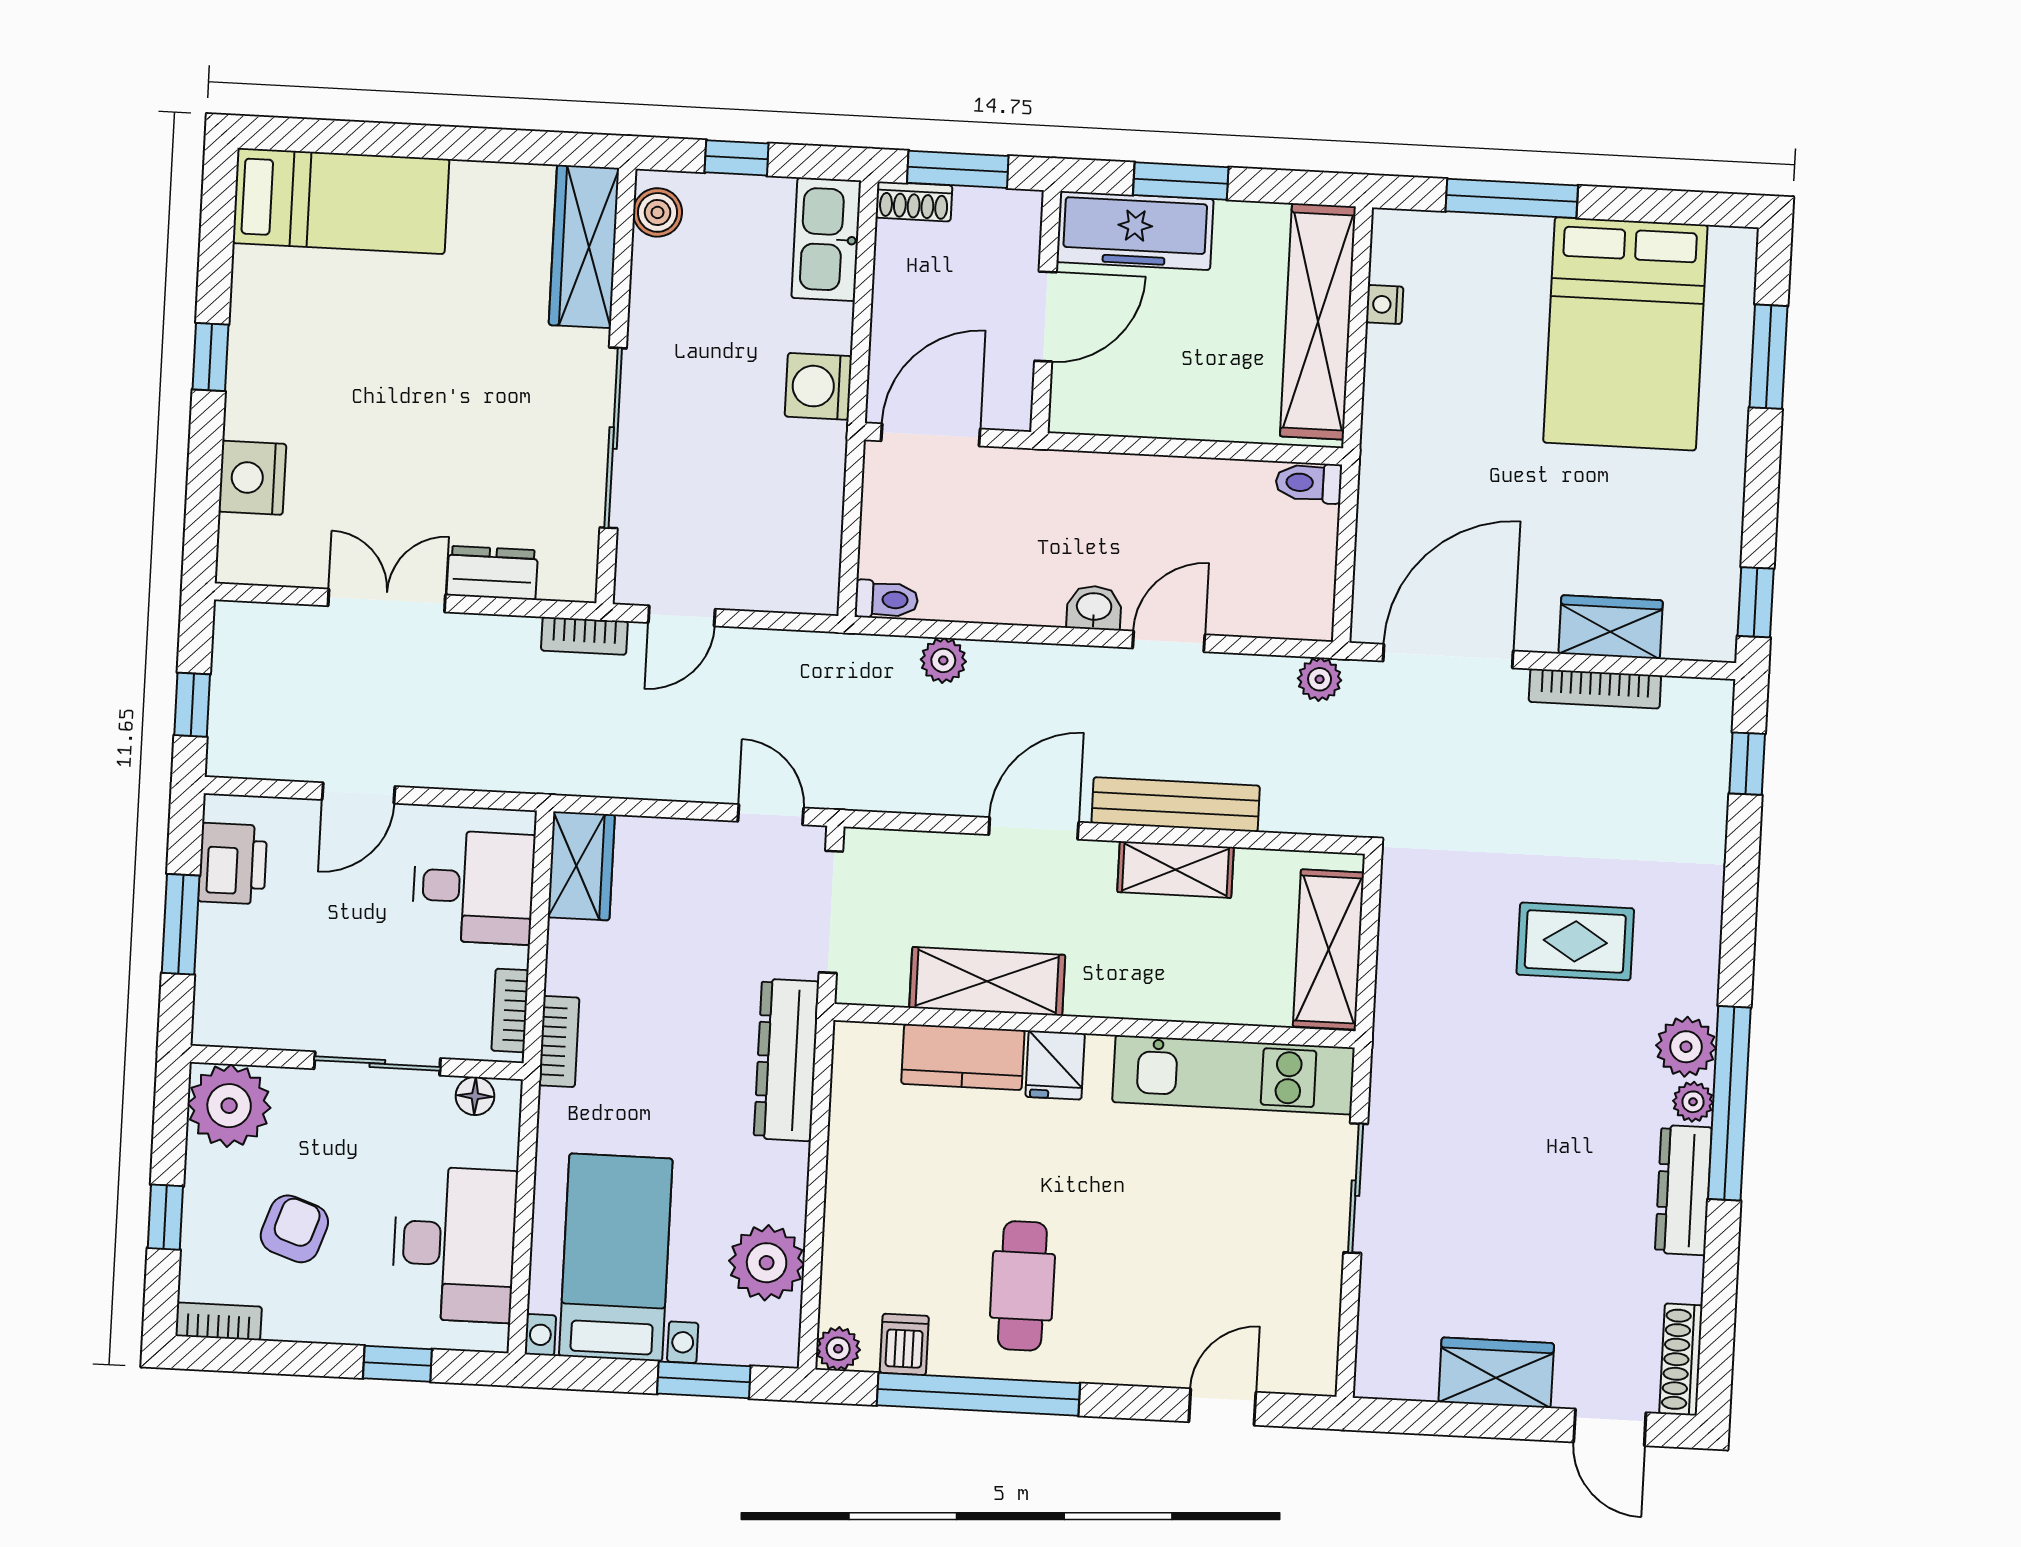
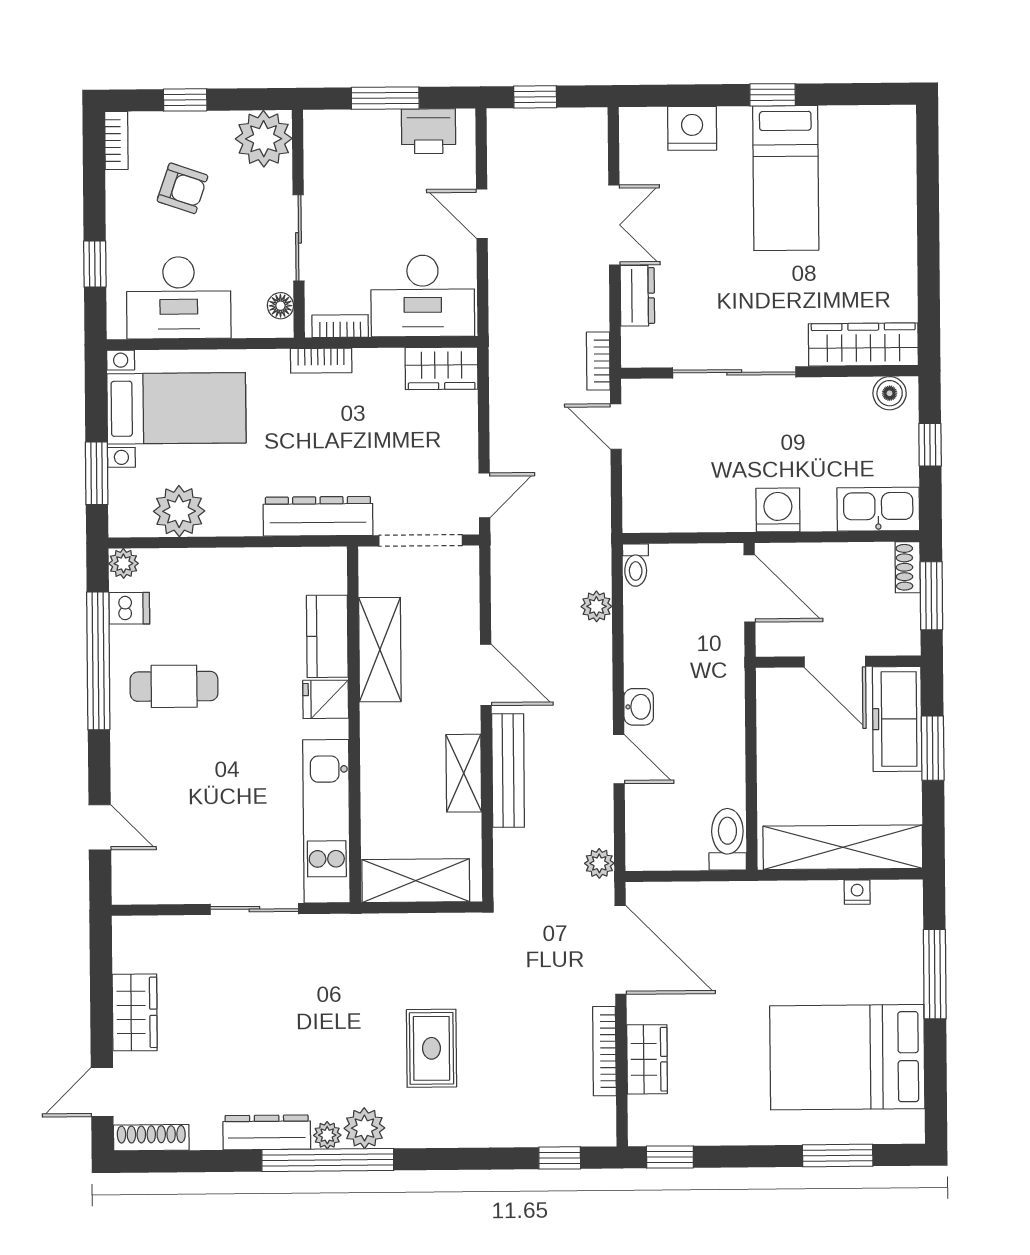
bed: (341, 201) -> (786, 178), moved
toilet: (1309, 483) -> (728, 839), width x1.37, depth x1.39
desk: (473, 887) -> (423, 296), width x1.37

